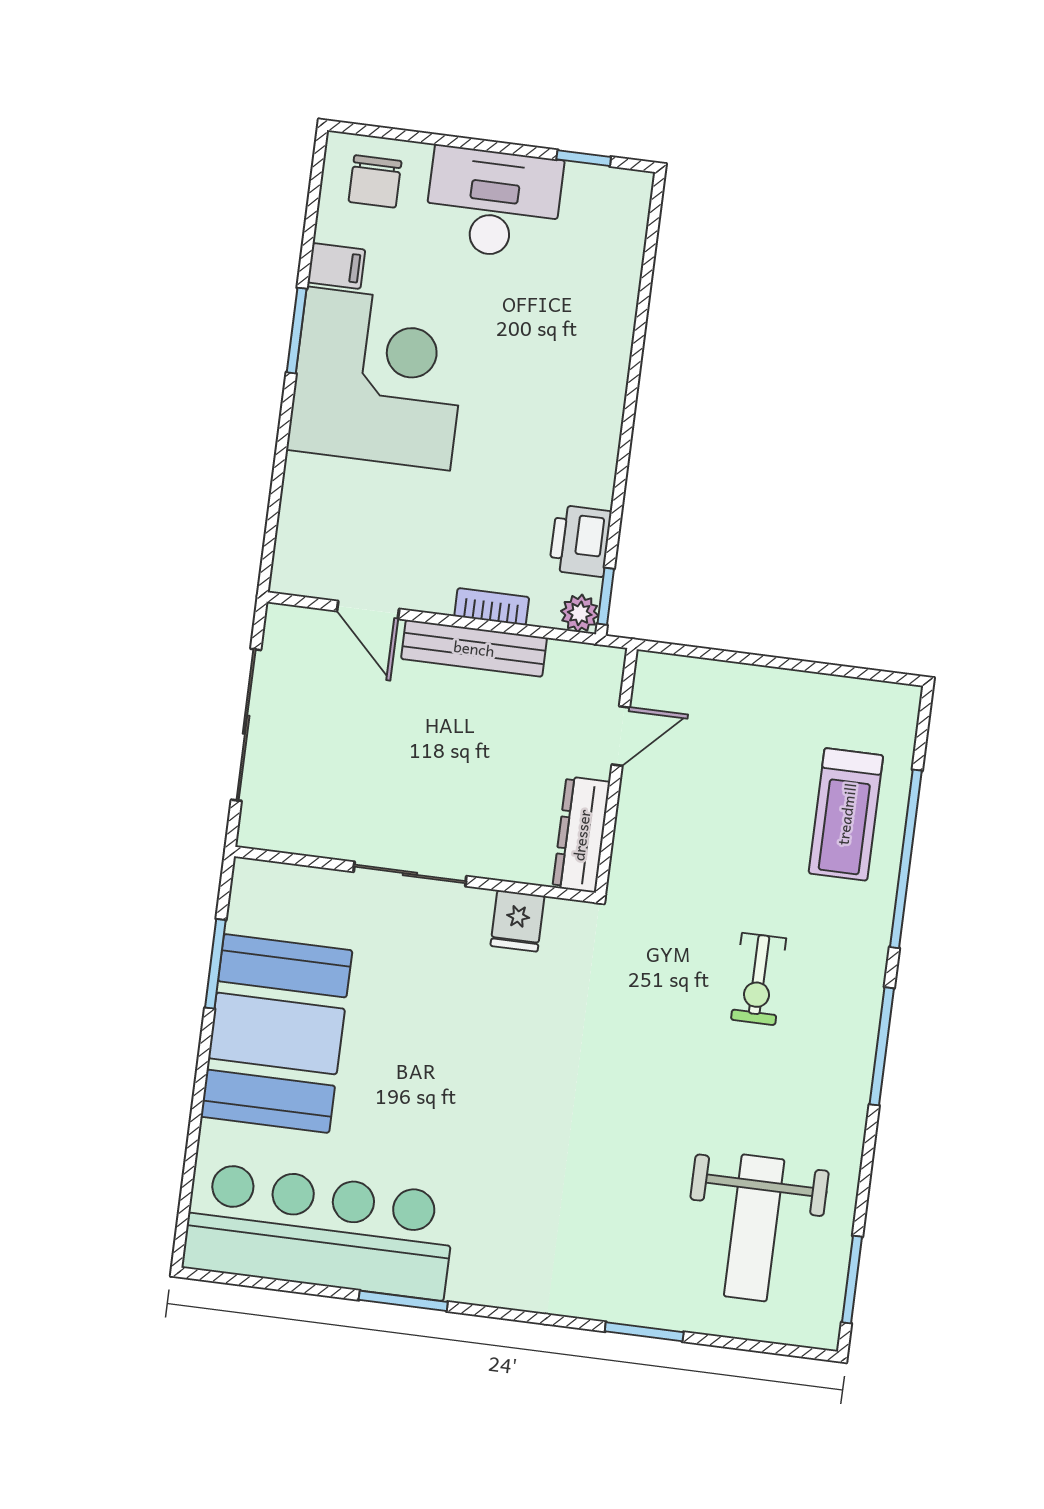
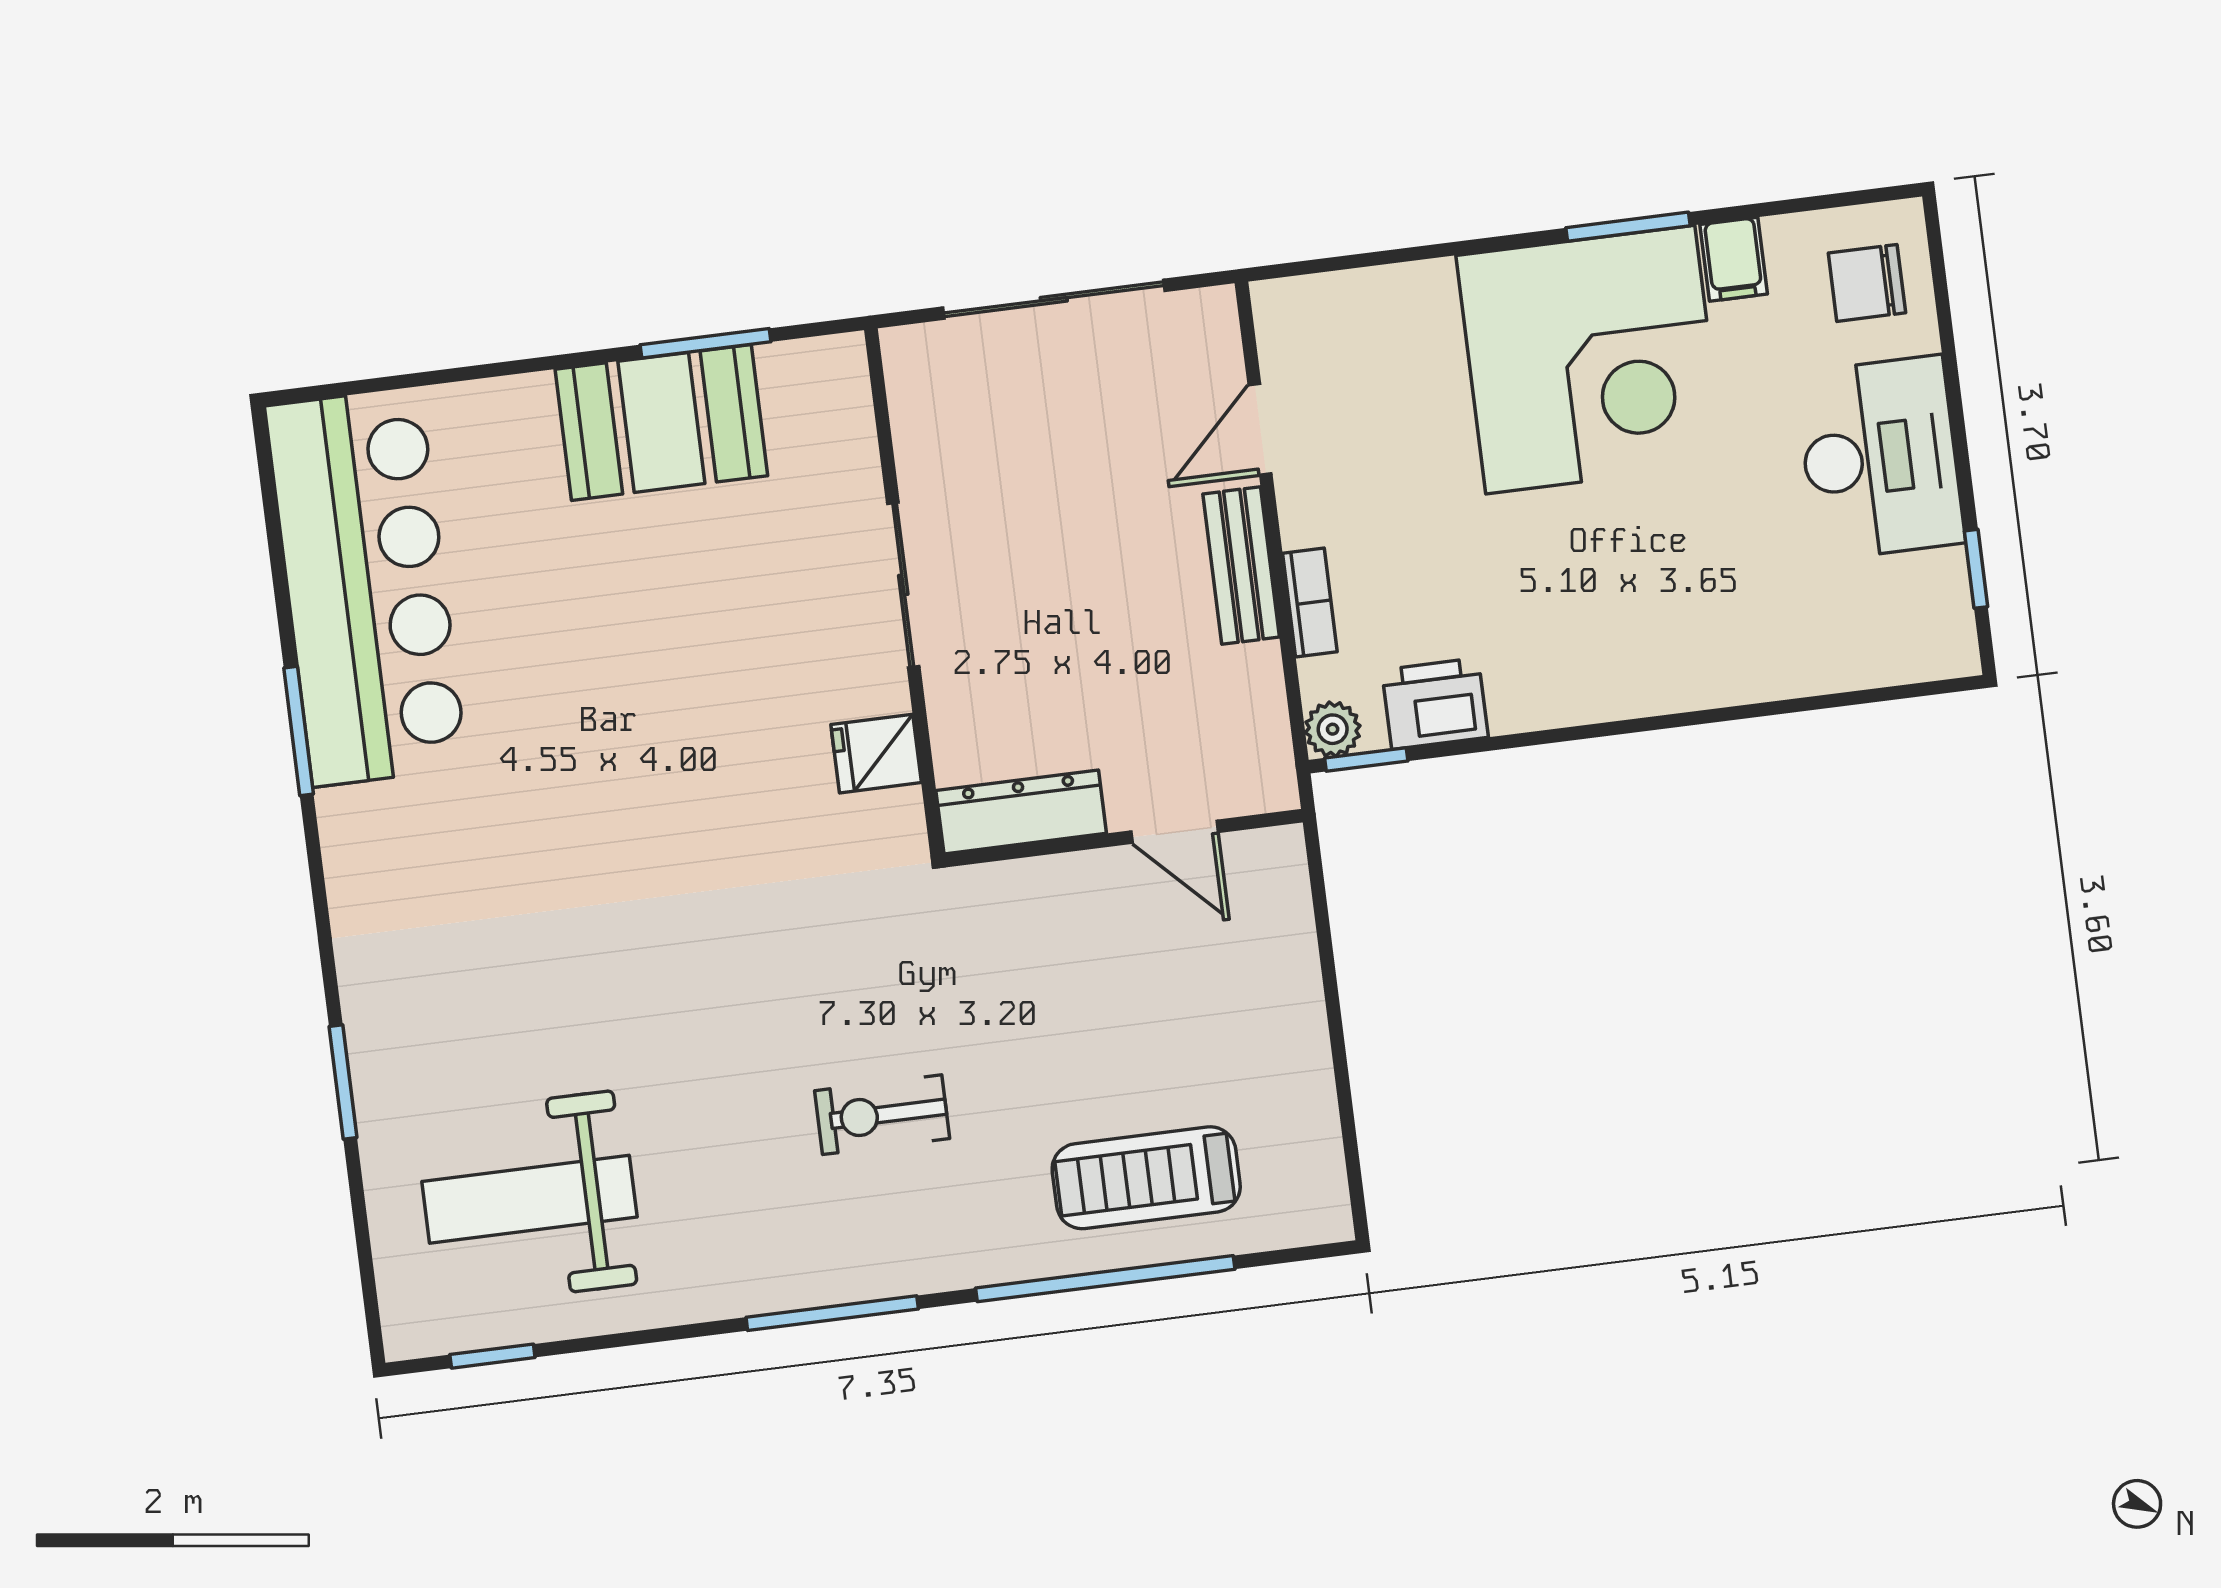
bench: (474, 648) -> (1241, 565), width x0.73
booth: (276, 1033) -> (661, 422), width x0.73, depth x0.70
window: (852, 1280) -> (492, 1356), width x0.67

